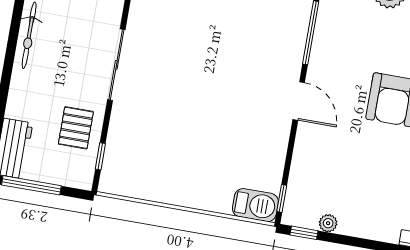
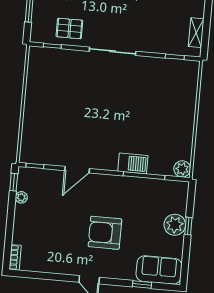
door: (299, 101) -> (77, 170), moved
barbecue: (255, 205) -> (133, 163), moved, turned -90

